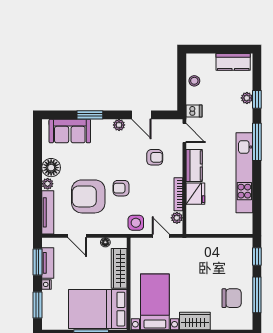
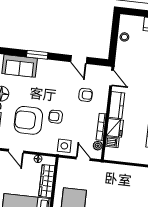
dishwasher: (194, 111) -> (112, 142), moved
plant: (119, 125) -> (60, 66), removed

